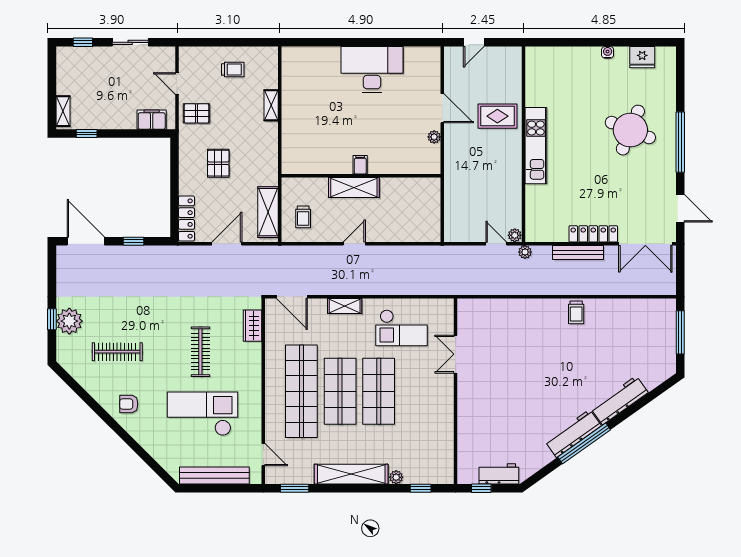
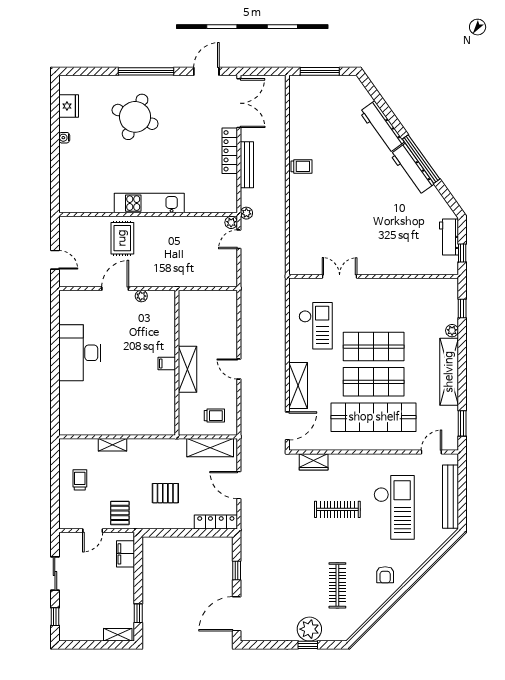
shelving: (345, 306) -> (298, 385), width x1.50, depth x1.33
double door: (456, 354) -> (340, 276), swing flipped
checkout: (203, 414) -> (394, 507), turned 180

